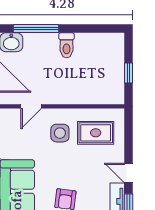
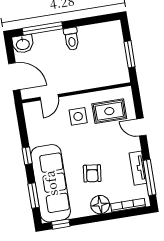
window: (128, 73) -> (130, 54), width x1.50
door: (128, 173) -> (141, 127), moved

